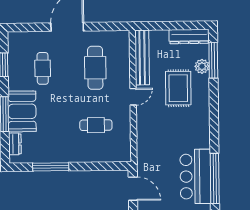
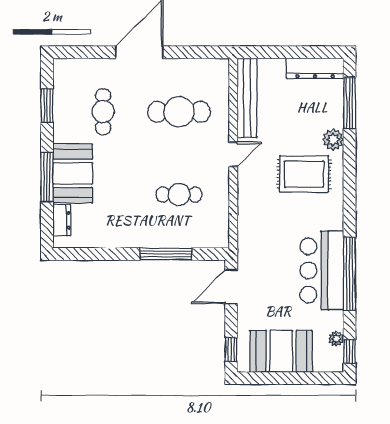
plant: (202, 66) -> (333, 140), moved
cafe table: (95, 68) -> (179, 112), turned 90
rug: (178, 88) -> (304, 174), moved, turned 90
window: (51, 167) -> (166, 254), moved
door: (133, 189) -> (231, 287), swing flipped

